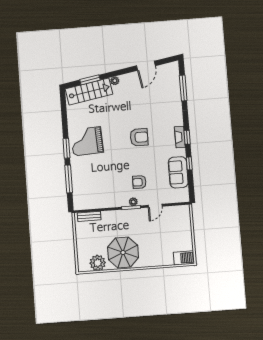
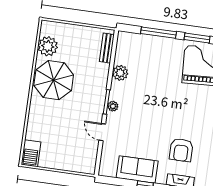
armchair: (139, 137) -> (181, 150), moved
armchair: (139, 182) -> (136, 119), removed
plant: (106, 202) -> (120, 73), added

